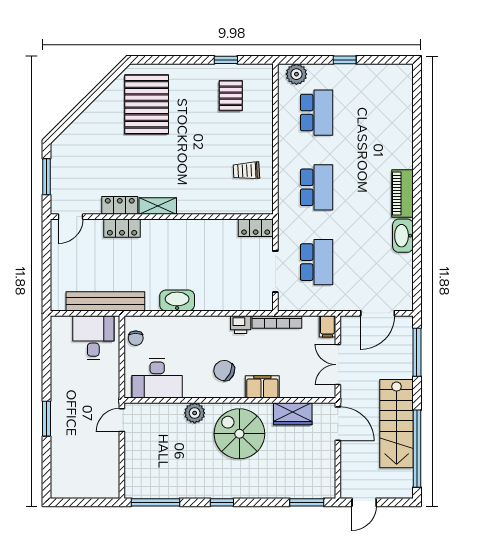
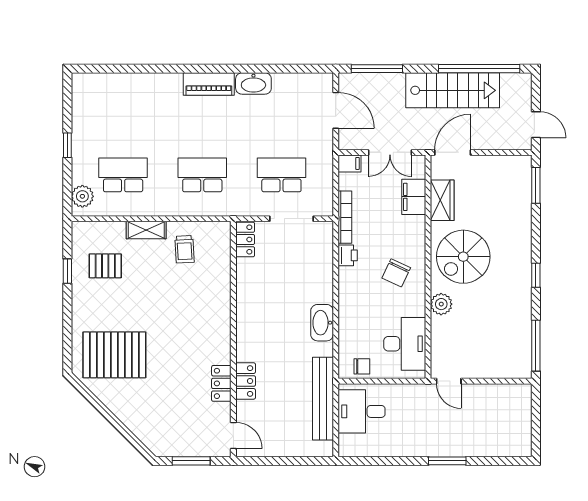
shelving: (158, 206) -> (146, 230), moved, turned 90
filing cabinet: (262, 387) -> (414, 197), moved

